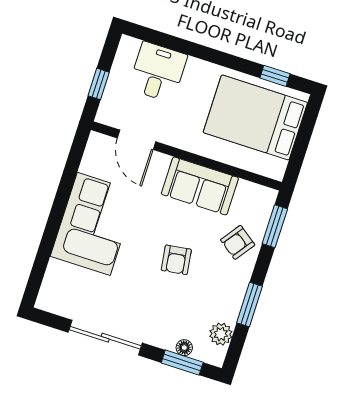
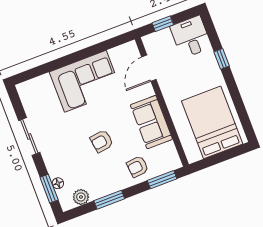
desk: (158, 72) -> (191, 37), moved, turned -90
window: (275, 76) -> (222, 59), moved
armchair: (238, 242) -> (137, 167), turned -42
sliding door: (105, 338) -> (29, 136), width x0.73

